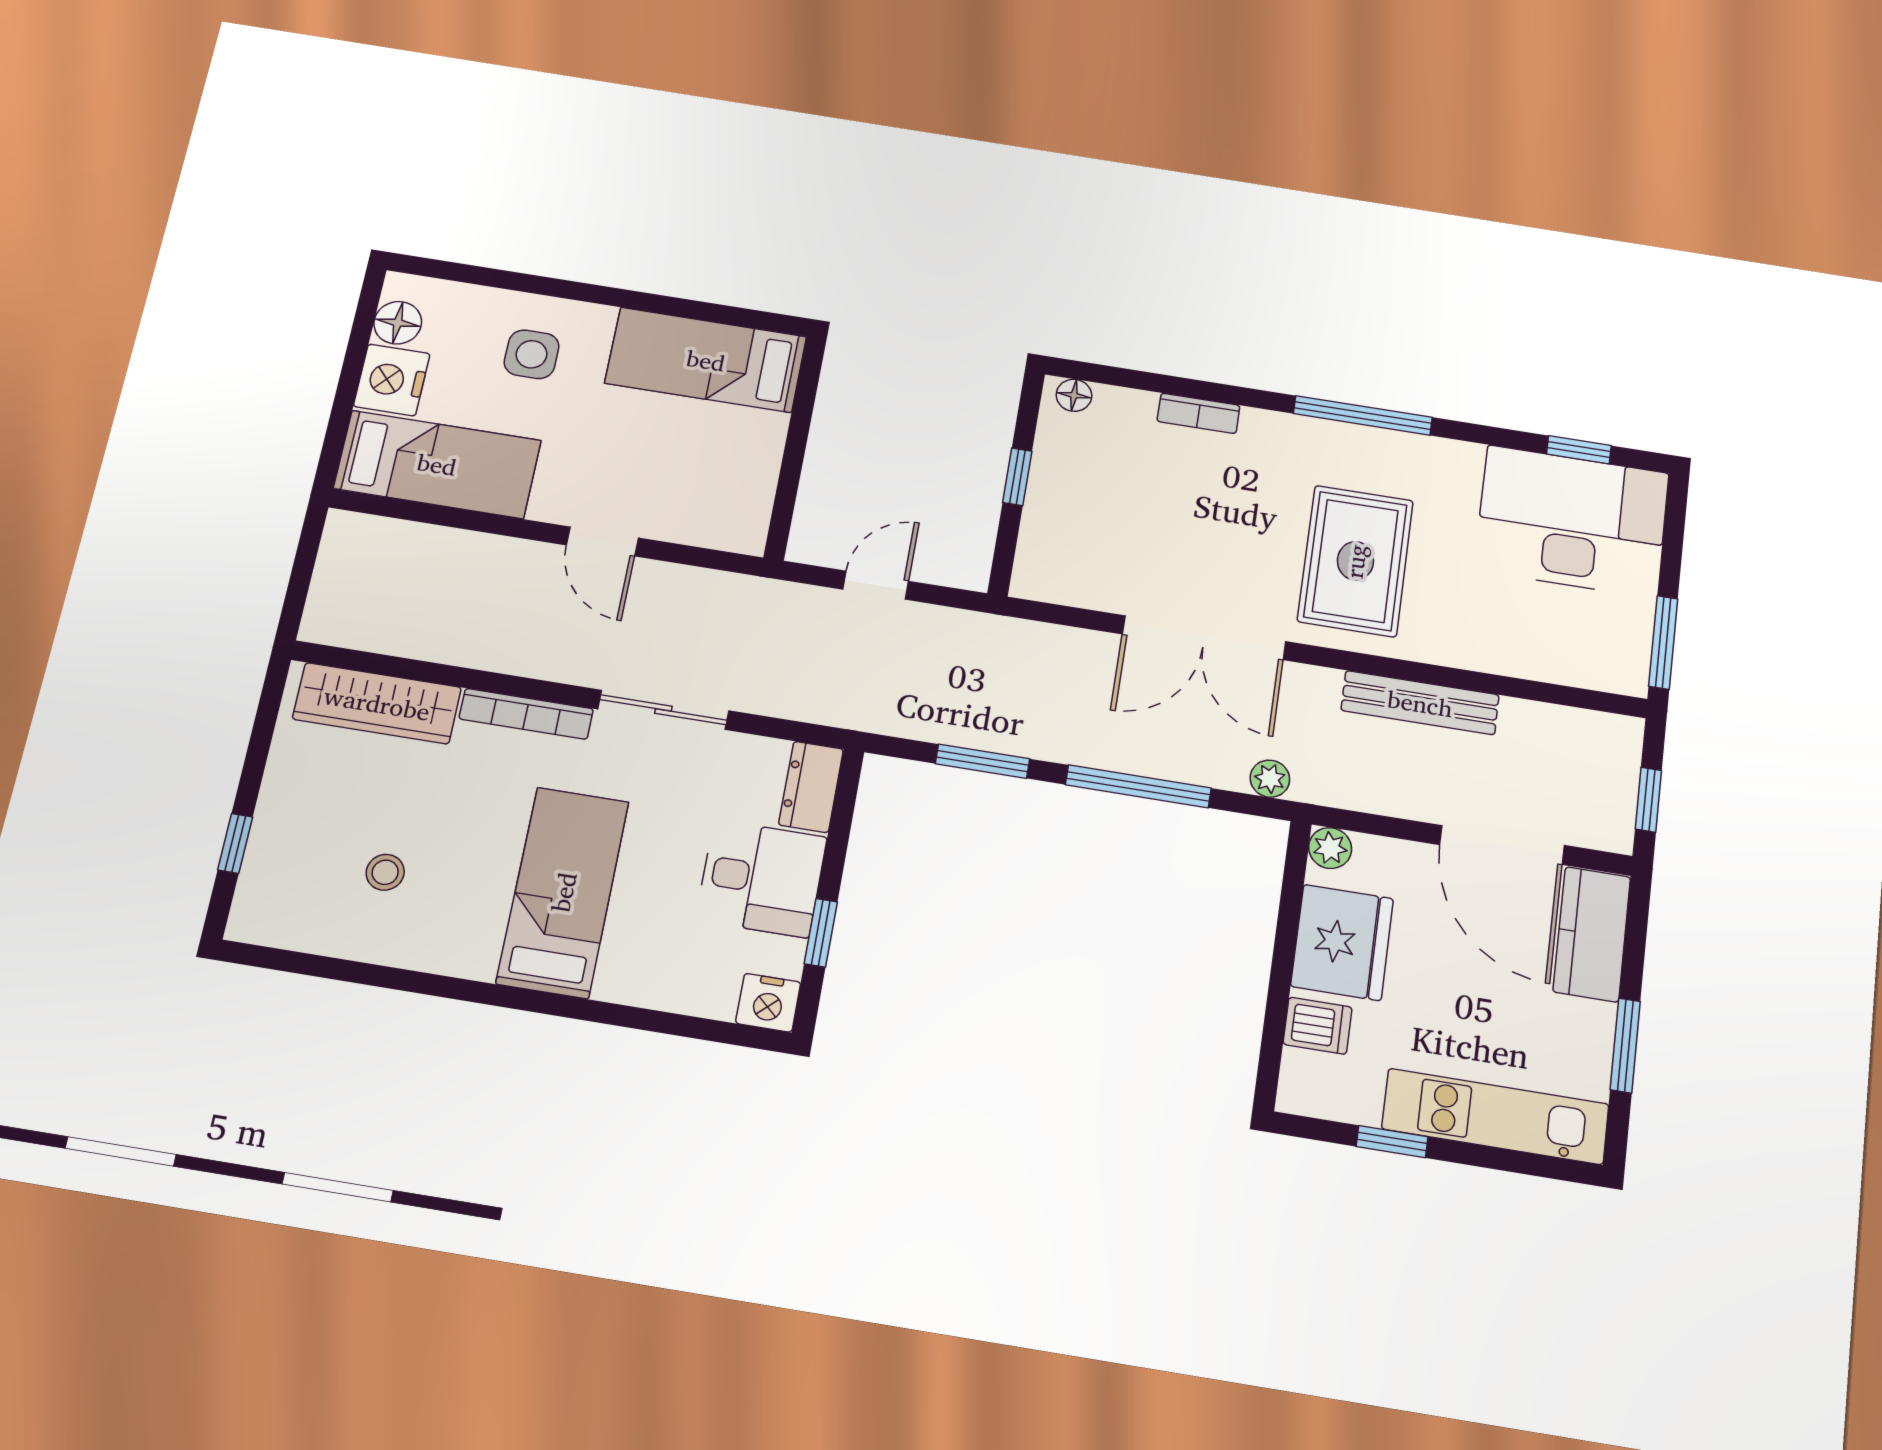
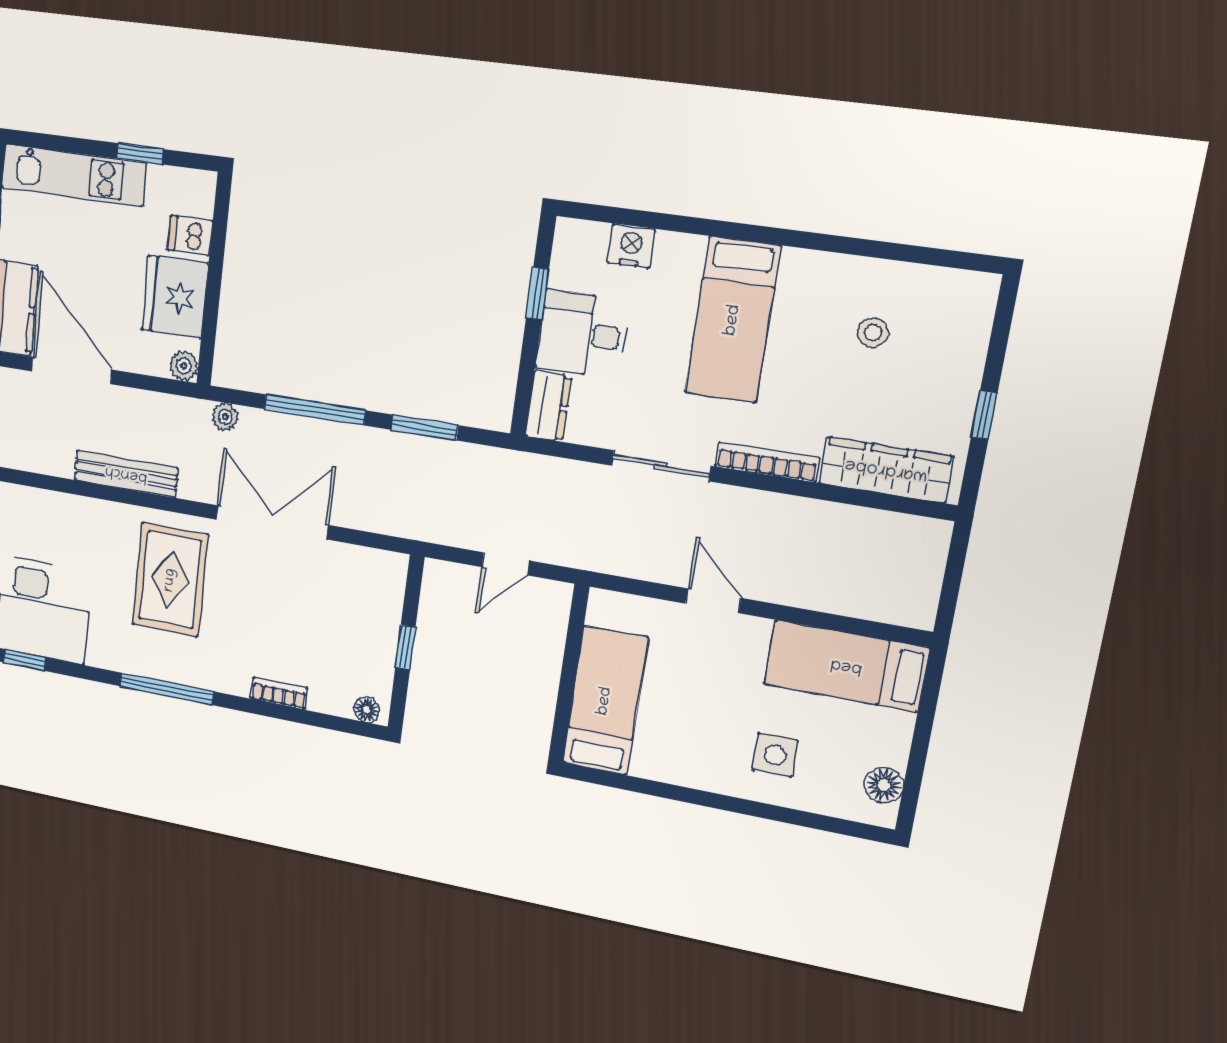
bed: (706, 360) -> (605, 701), moved, turned -90
nightstand: (392, 380) -> (886, 737), removed
window: (235, 843) -> (984, 415), moved
nightstand: (768, 1003) -> (631, 246), moved

